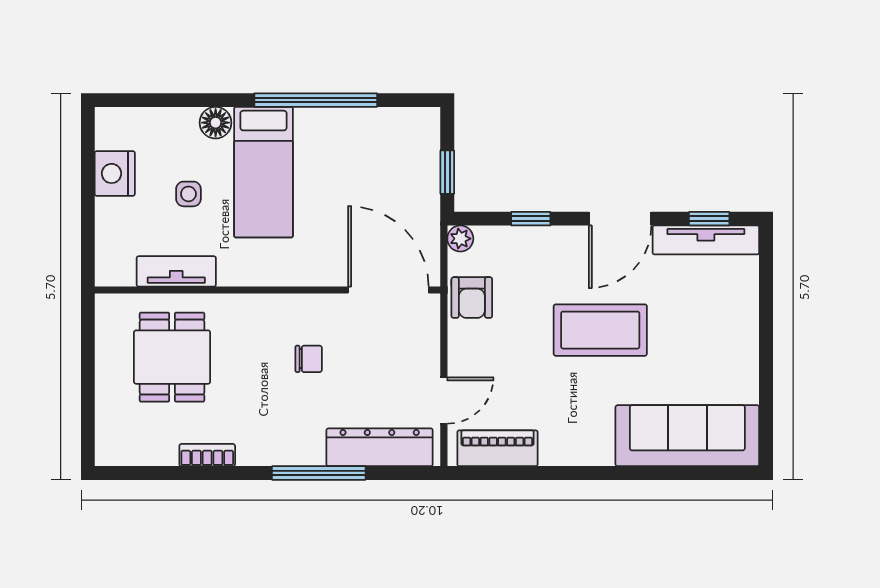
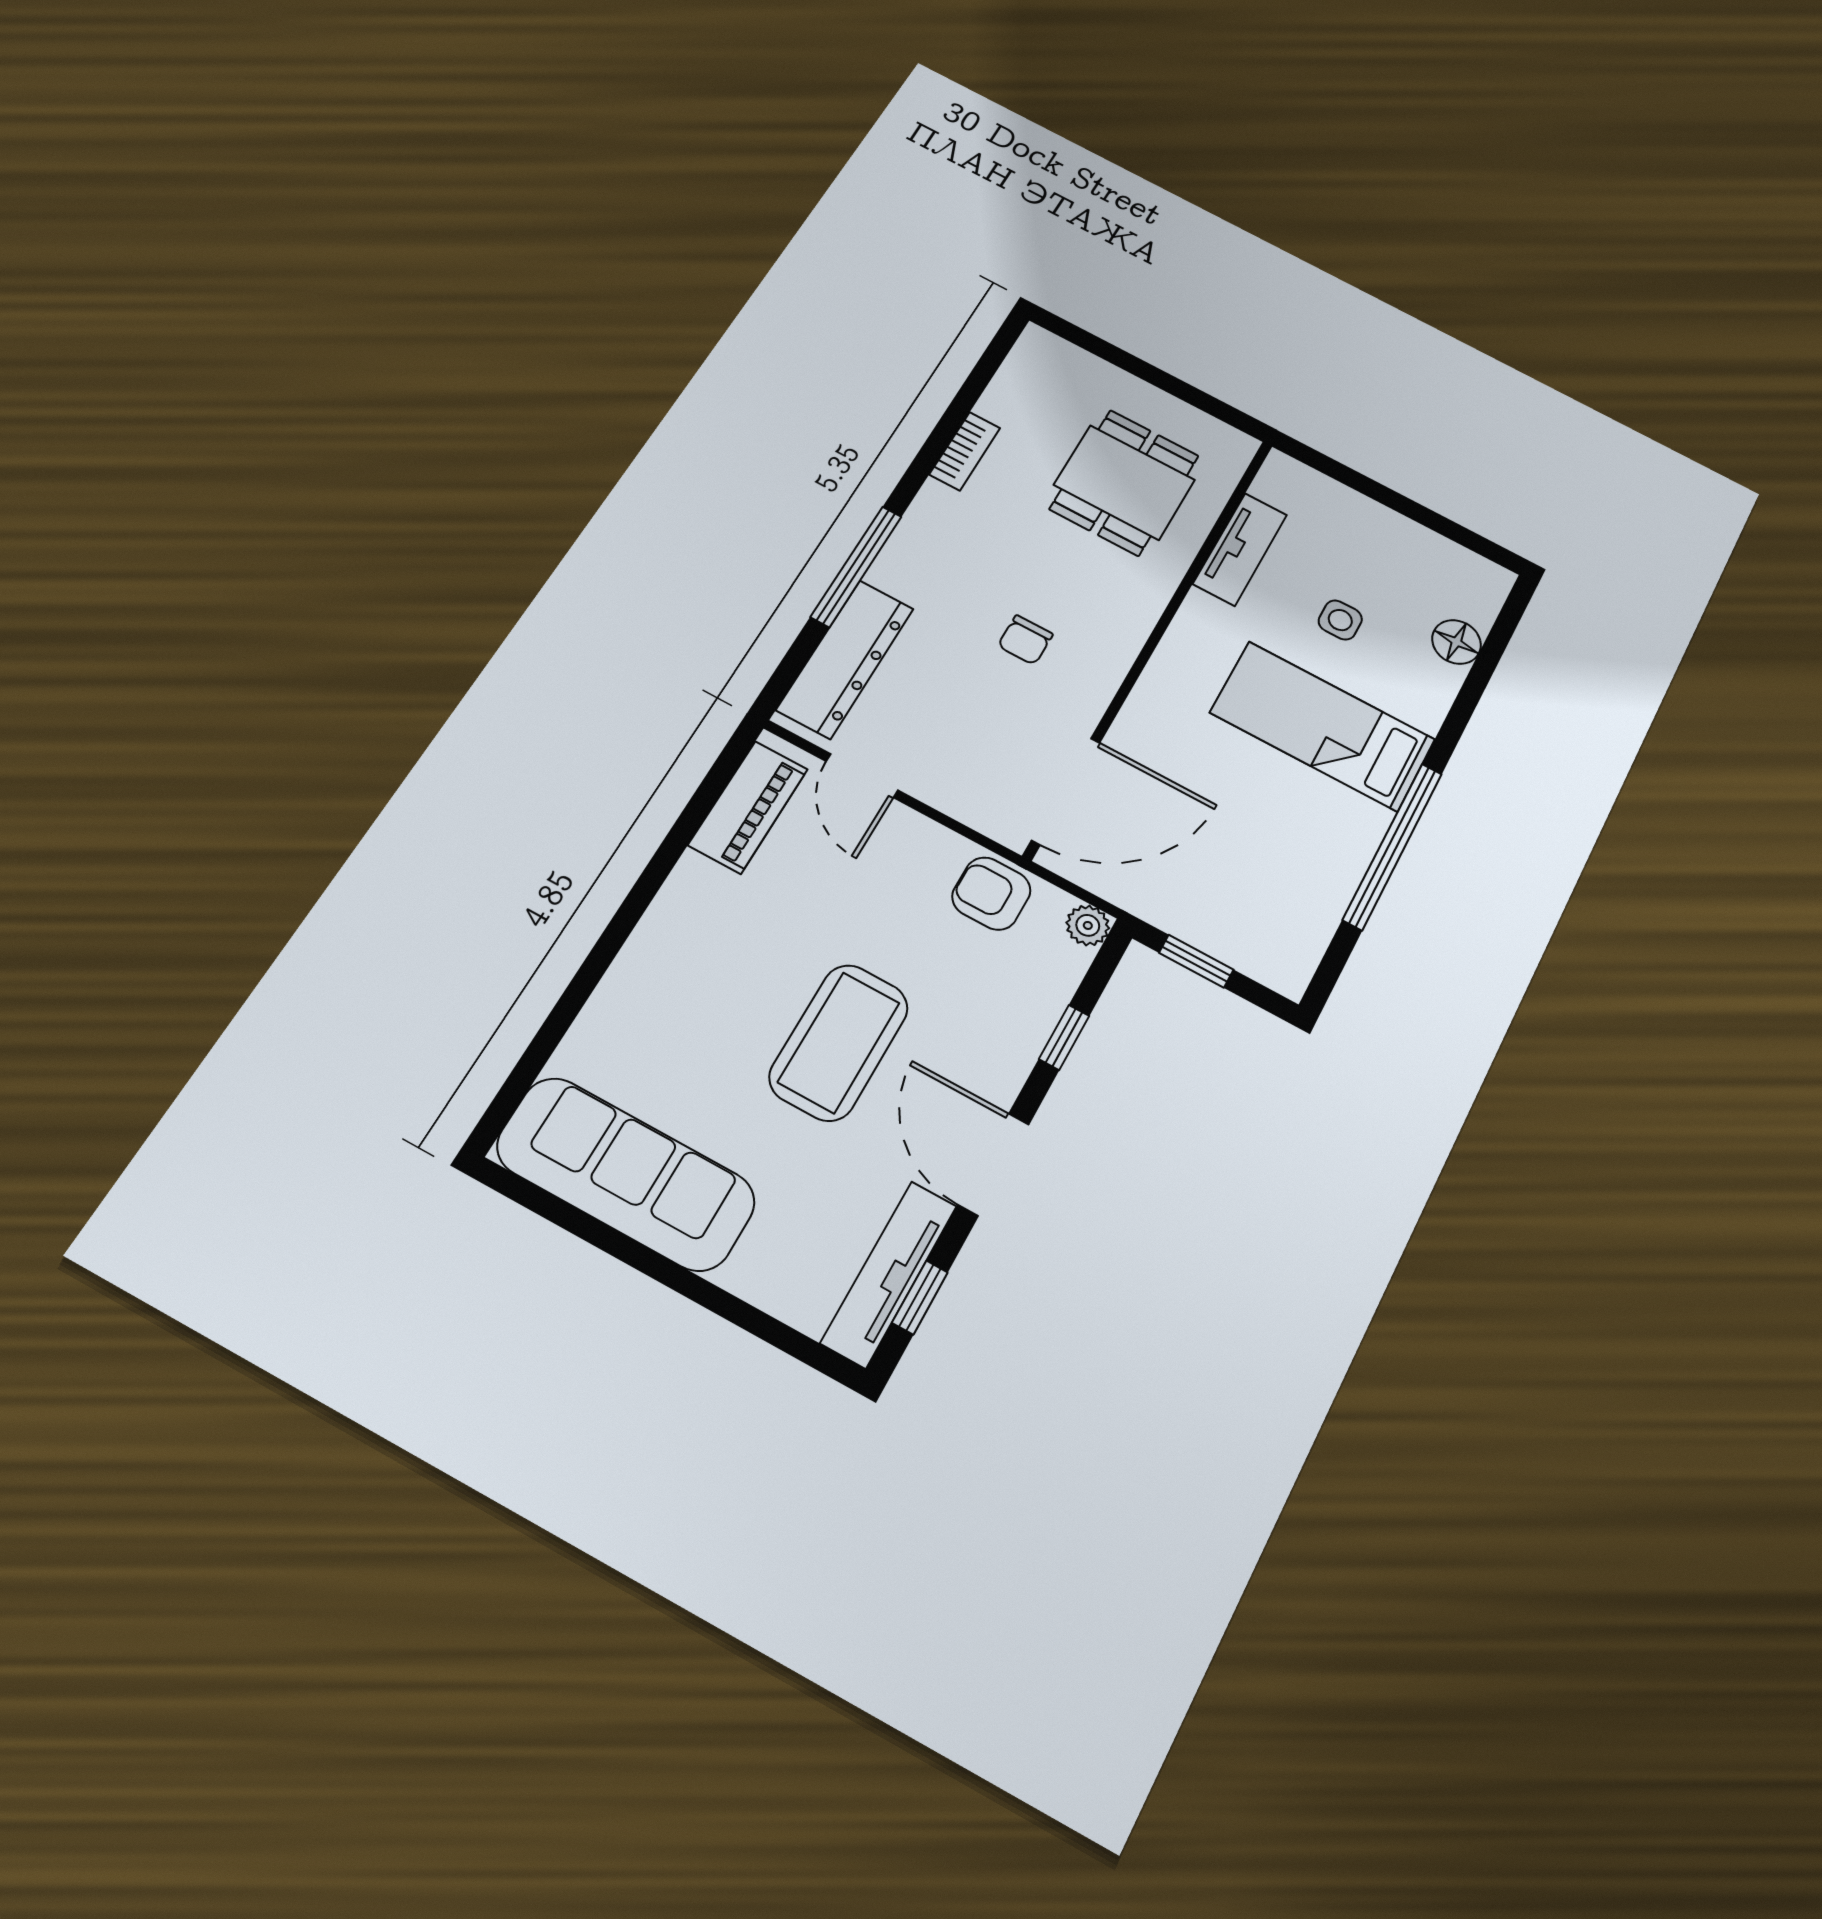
floor lamp: (216, 123) -> (1456, 642), moved
nightstand: (115, 173) -> (1415, 550), removed
dining table: (172, 357) -> (1124, 482), turned 90
sofa: (687, 436) -> (626, 1174), moved, turned -90

